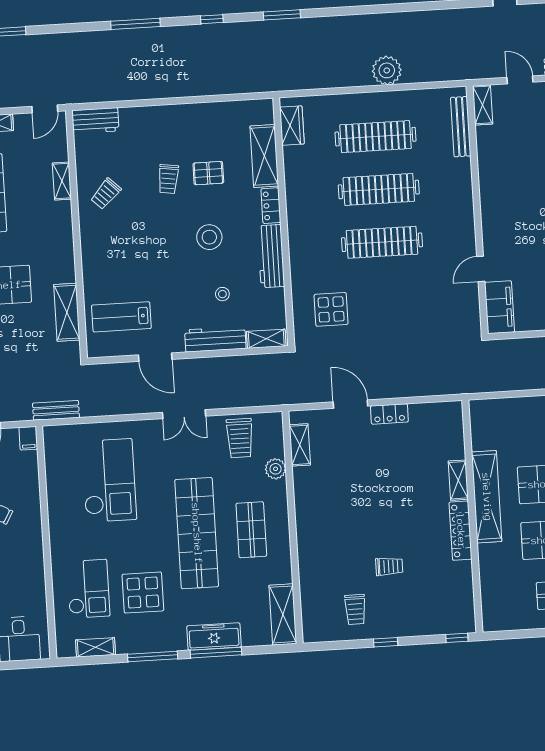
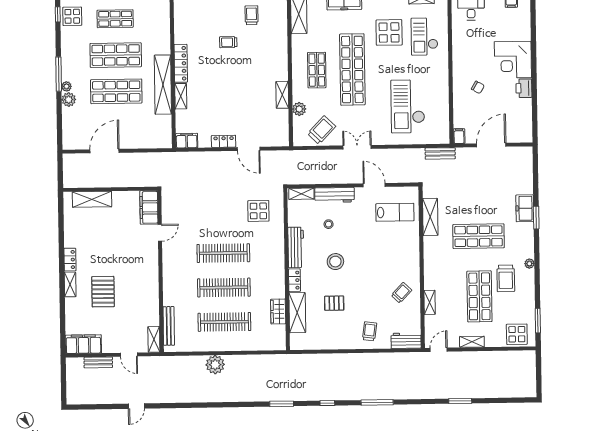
wardrobe: (292, 126) -> (278, 312), moved
trolley: (168, 179) -> (370, 331), moved
filing cabinet: (446, 412) -> (187, 141), added
trolley: (240, 438) -> (322, 130), turned 44
shelving: (300, 445) -> (282, 95), moved

